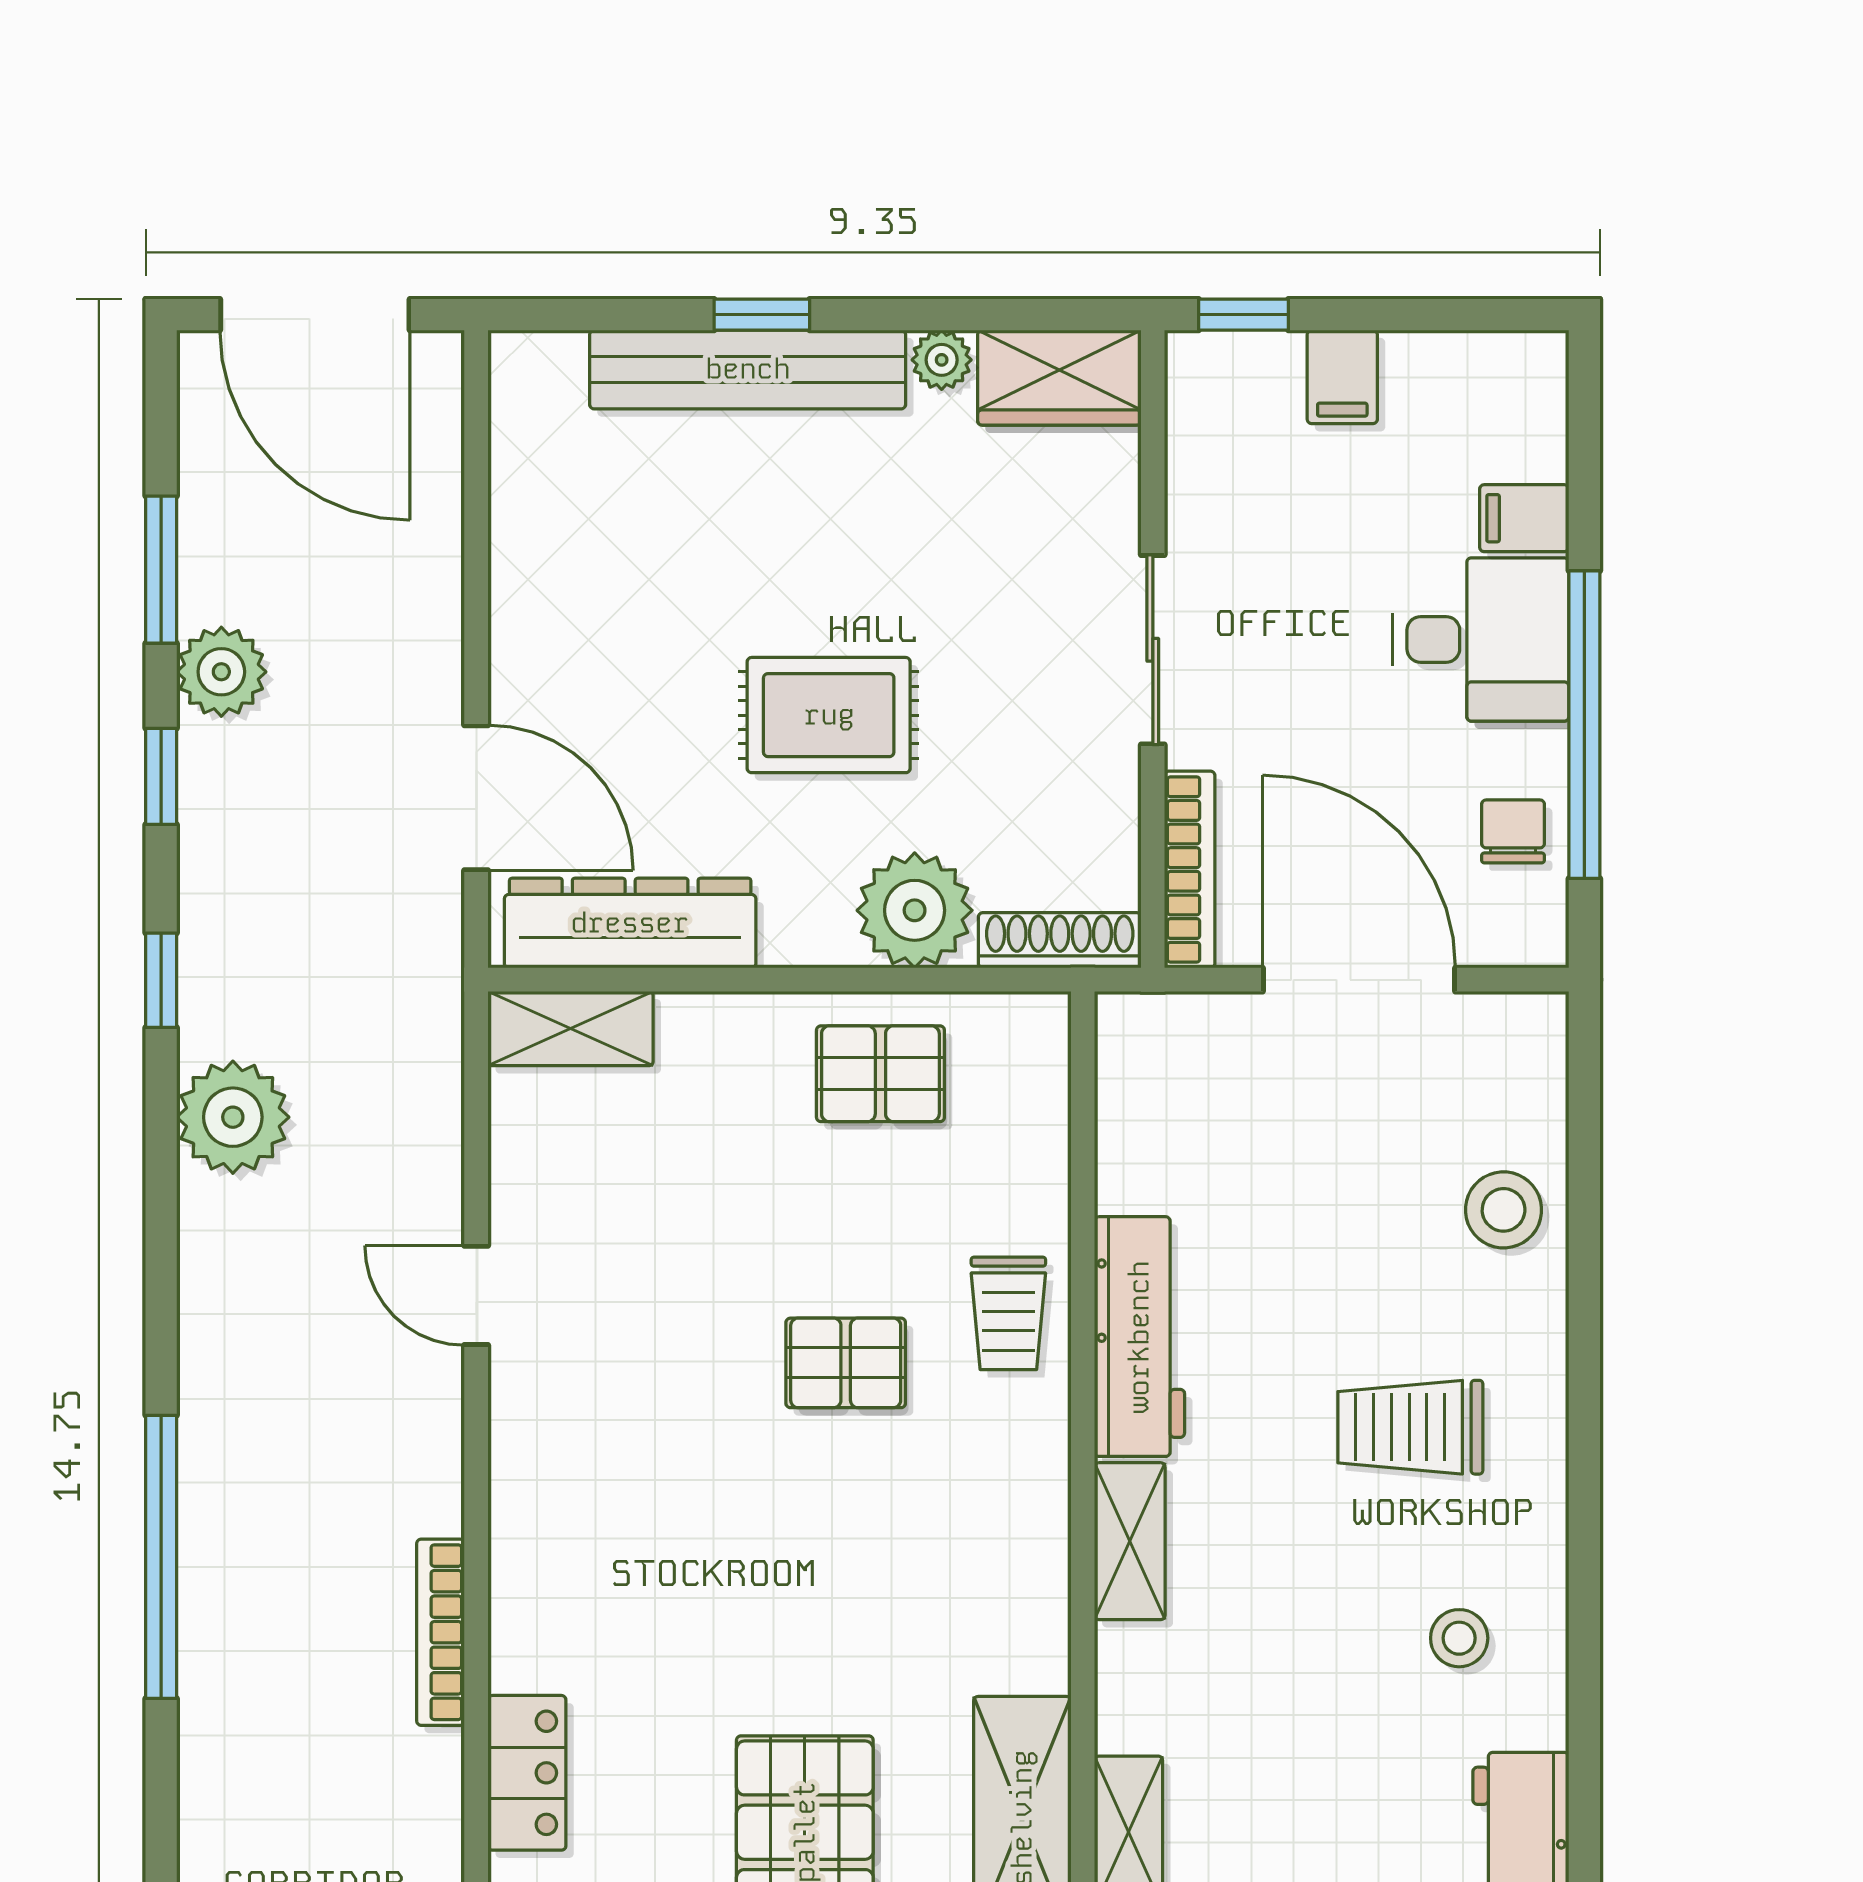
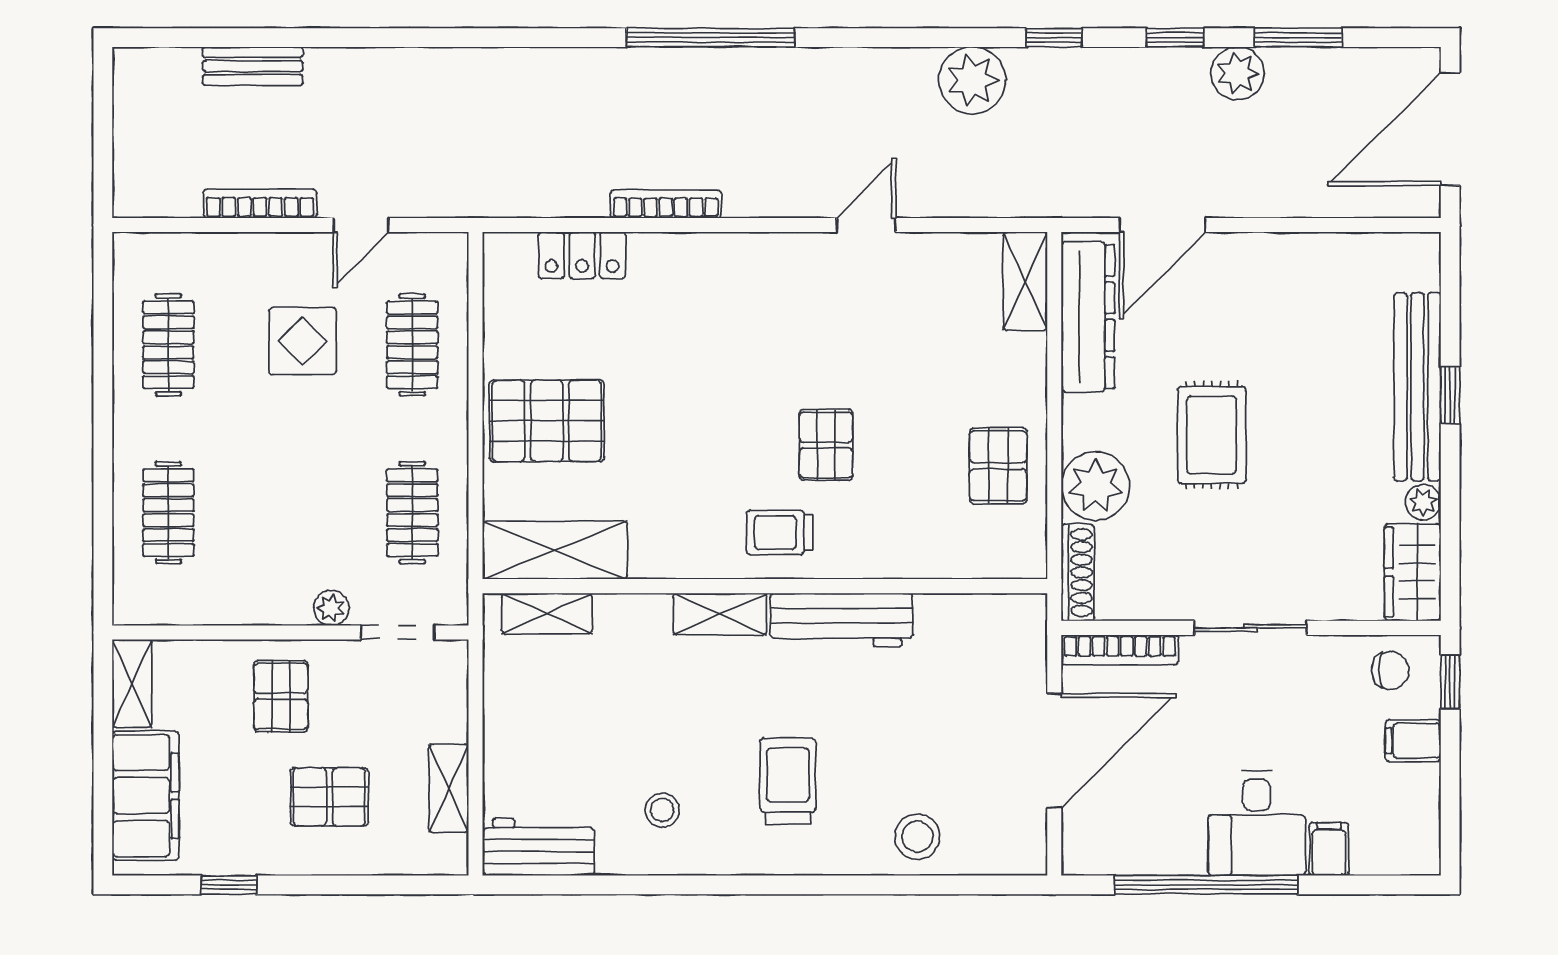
chair: (1513, 831) -> (1390, 670), moved
trolley: (1008, 1313) -> (780, 532), moved

